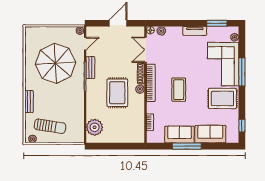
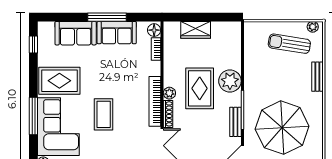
coffee table: (179, 90) -> (104, 114), moved
plant: (95, 127) -> (230, 81), moved
floor lamp: (151, 136) -> (154, 30), added
wardrobe: (120, 137) -> (196, 30), added

